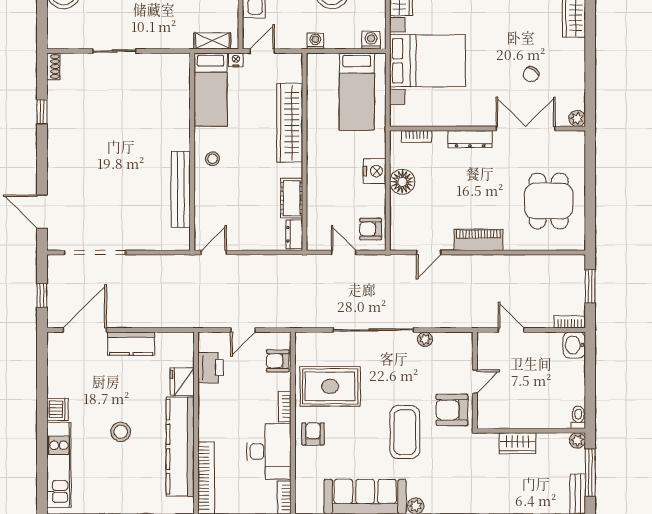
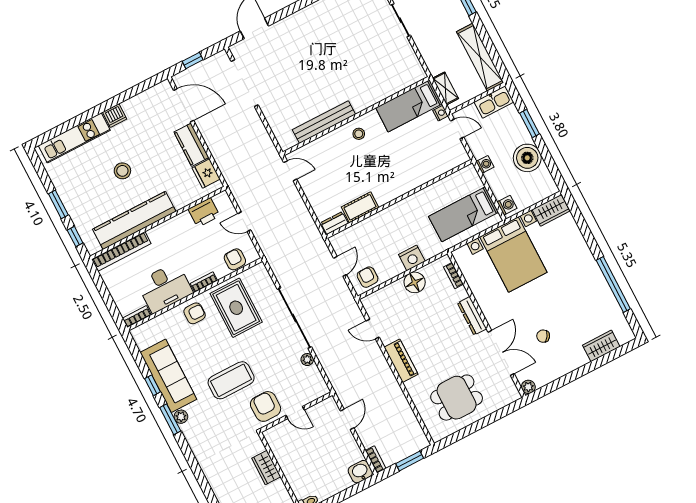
wardrobe: (290, 123) -> (415, 177), removed
fridge: (182, 382) -> (206, 174), moved, turned -90

